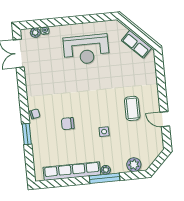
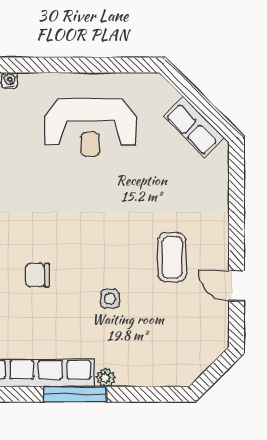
plant: (134, 165) -> (164, 372), removed
window: (105, 178) -> (75, 394), moved

